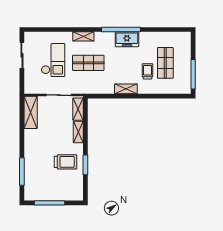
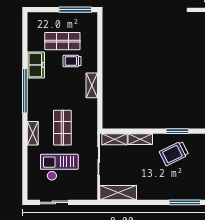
freezer: (127, 39) -> (36, 65), moved
trolley: (66, 162) -> (174, 153), turned -116

